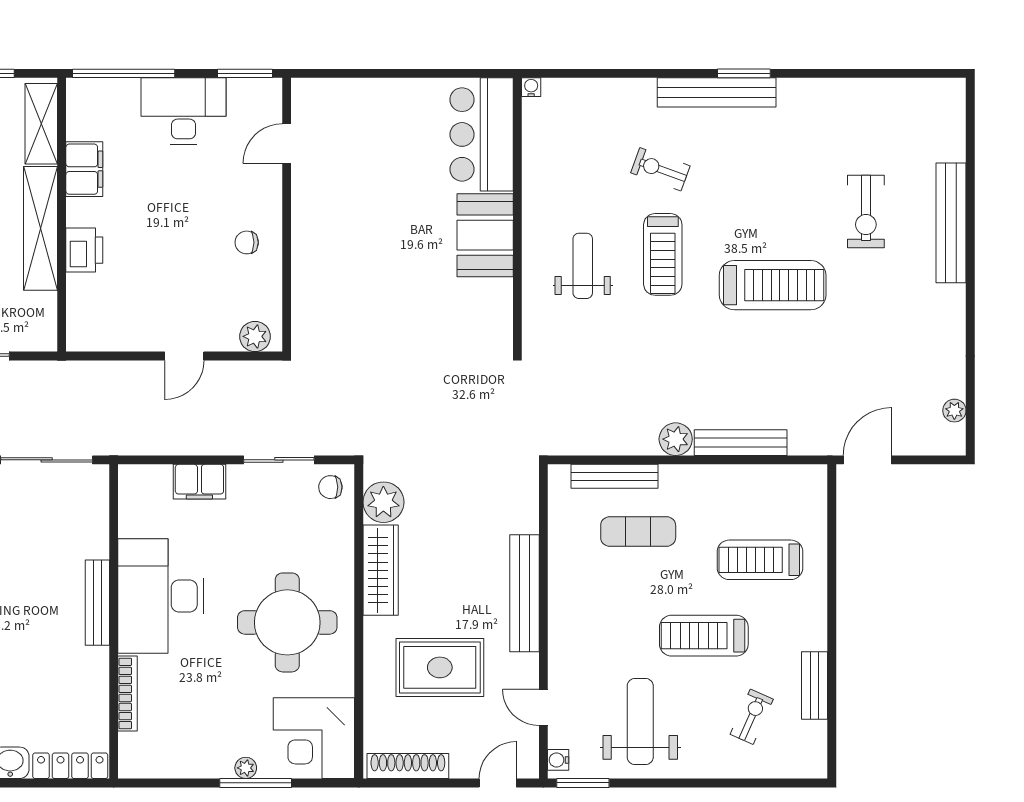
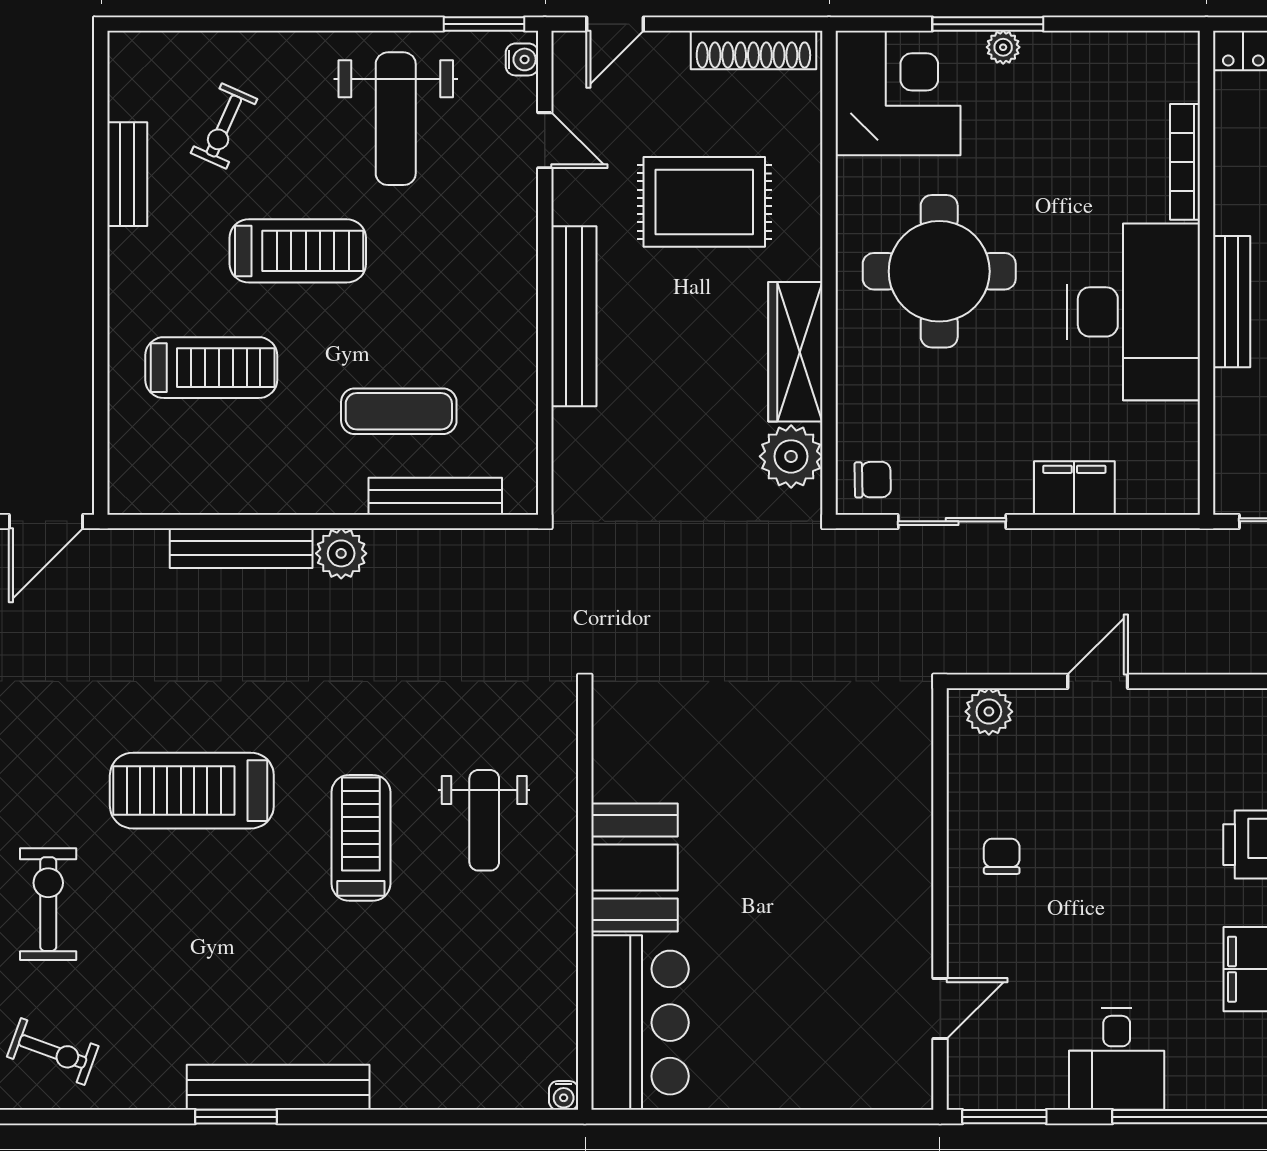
desk: (183, 111) -> (1117, 1059), width x0.73
exercise bike: (660, 169) -> (53, 1051), moved
chair: (247, 242) -> (1002, 856), turned -90

